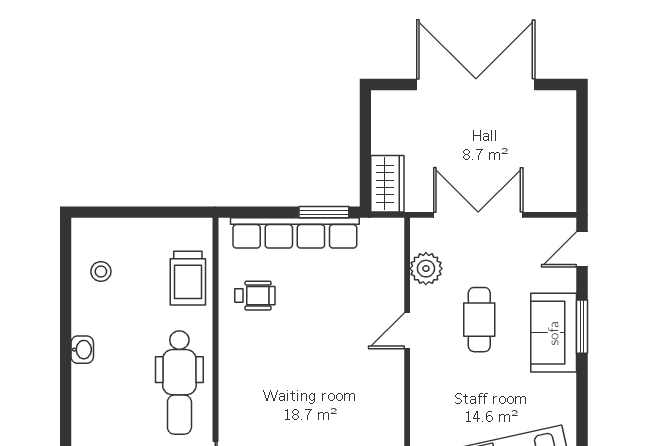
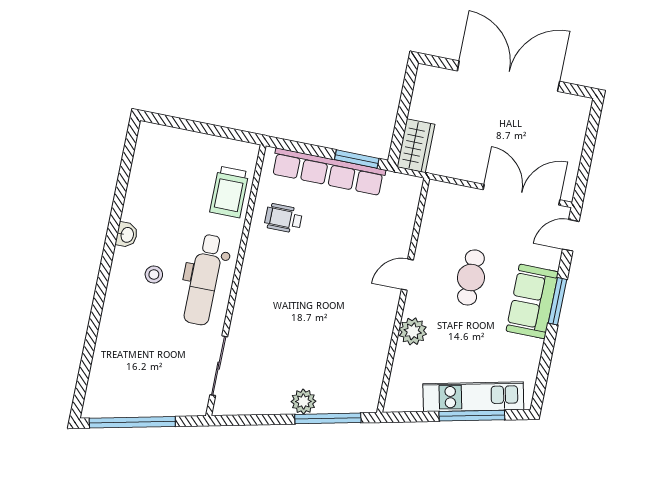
double door: (478, 215) -> (521, 195), moved
plant: (426, 269) -> (413, 331), moved
stool: (101, 271) -> (154, 274), moved
wheelchair: (255, 296) -> (283, 218), turned 180

